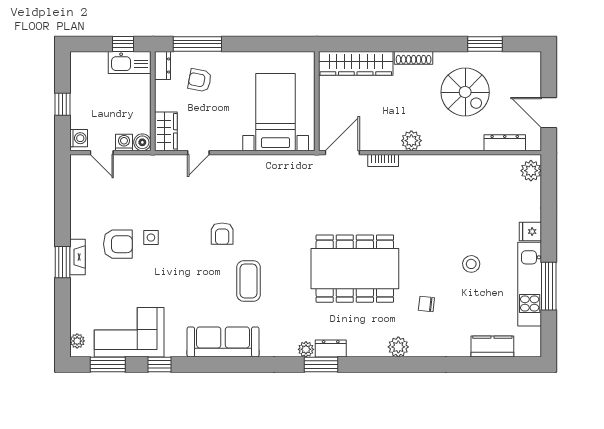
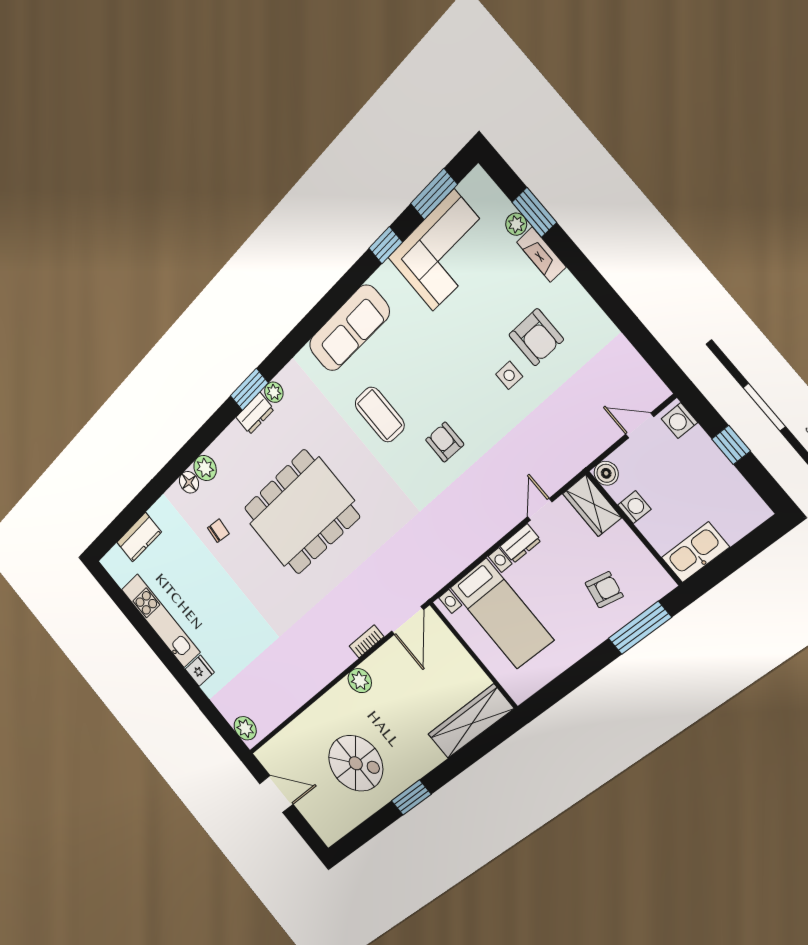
window: (123, 44) -> (721, 568), removed
window: (485, 44) -> (411, 797), moved
shoe rack: (414, 58) -> (425, 765), removed
dresser: (162, 65) -> (520, 543), moved, turned -90
spiral stairs: (465, 92) -> (356, 763), turned 180
washing machine: (124, 142) -> (634, 507), moved, turned -90
dresser: (505, 143) -> (286, 739), removed
armchair: (118, 244) -> (536, 337), turned -90
fireplace: (77, 257) -> (541, 255), moved
window: (62, 262) -> (534, 212), moved
stool: (471, 264) -> (217, 601), removed
window: (549, 286) -> (146, 632), removed
plant: (77, 341) -> (516, 224), moved
floor lamp: (419, 348) -> (189, 482), added

